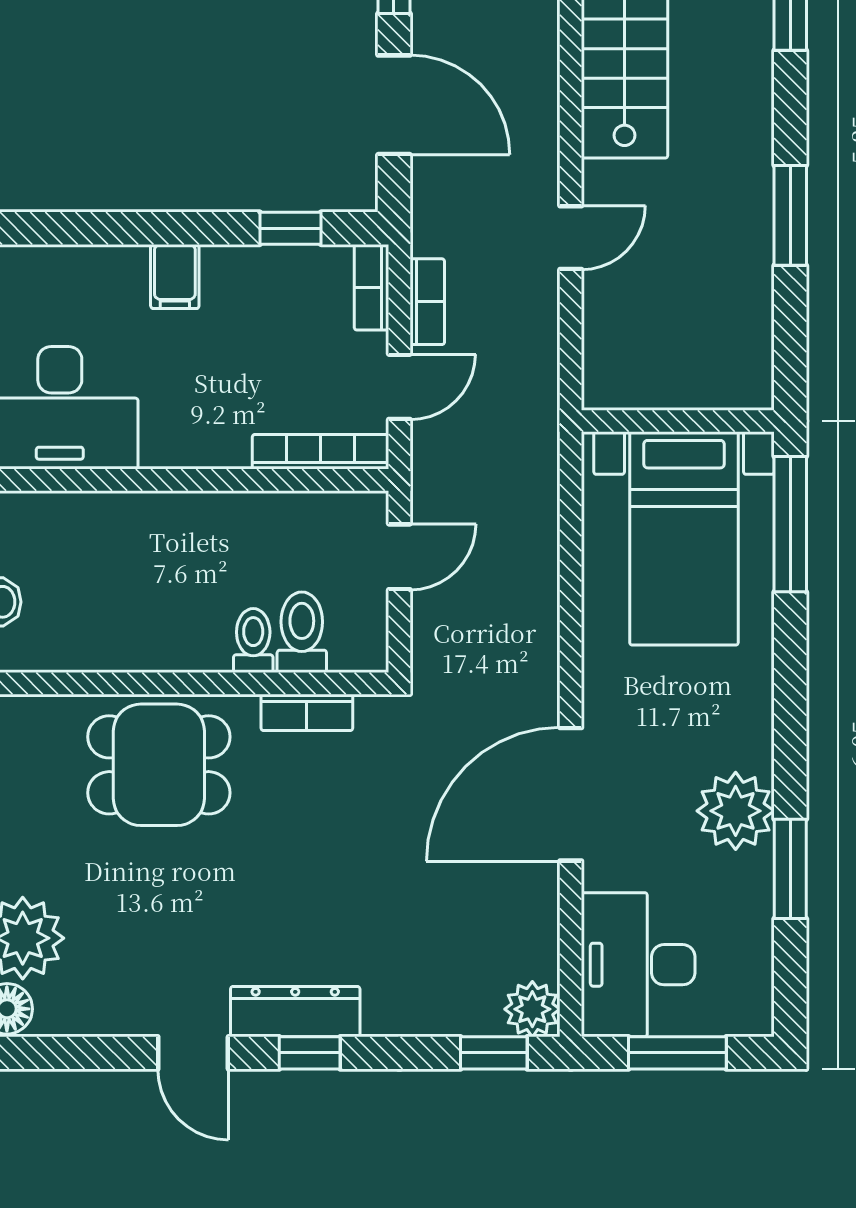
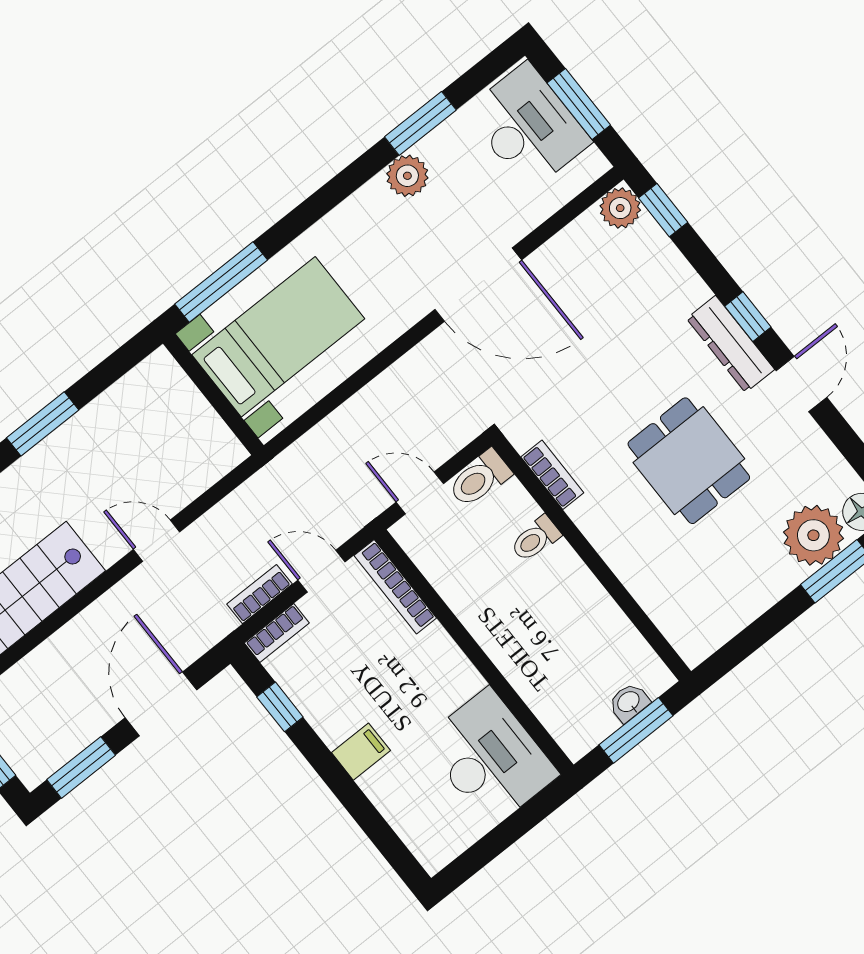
toilet: (302, 632) -> (480, 479), moved
dining table: (159, 765) -> (689, 461), moved
plant: (736, 811) -> (407, 176), width x0.73, depth x0.73
desk: (638, 965) -> (528, 127), moved, turned -90

